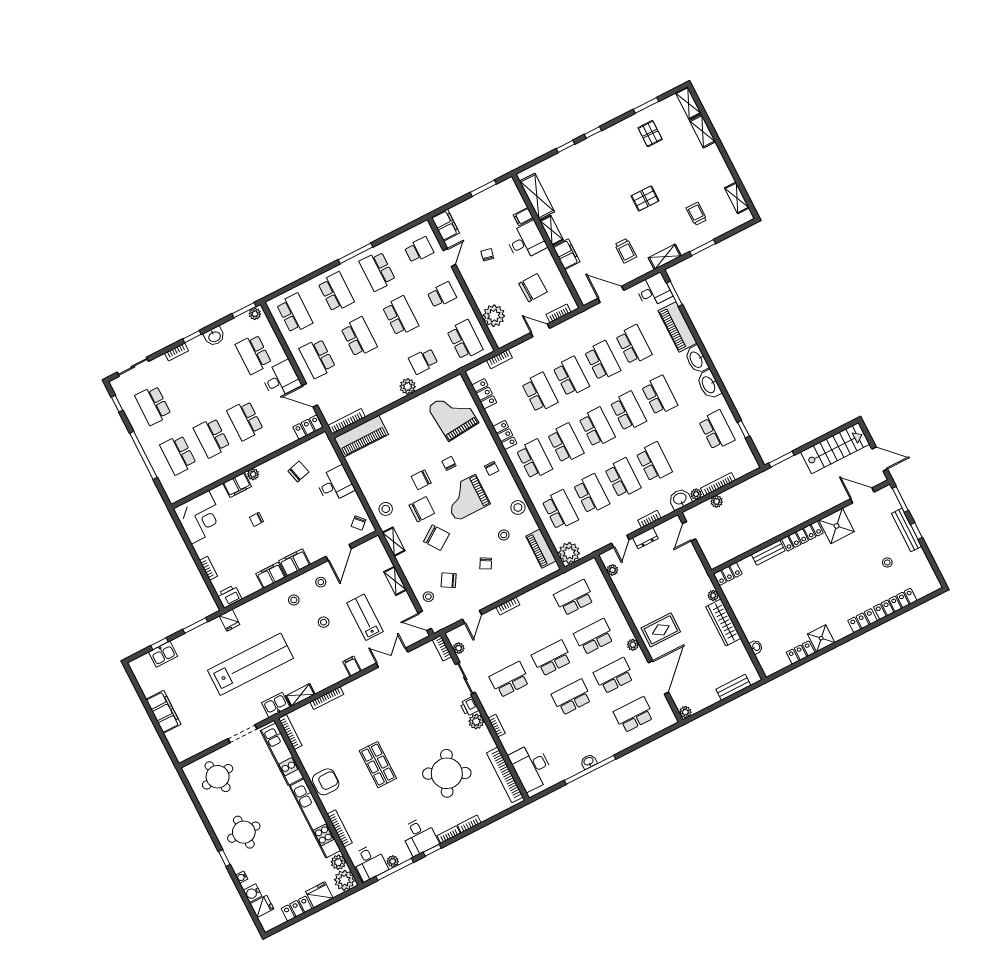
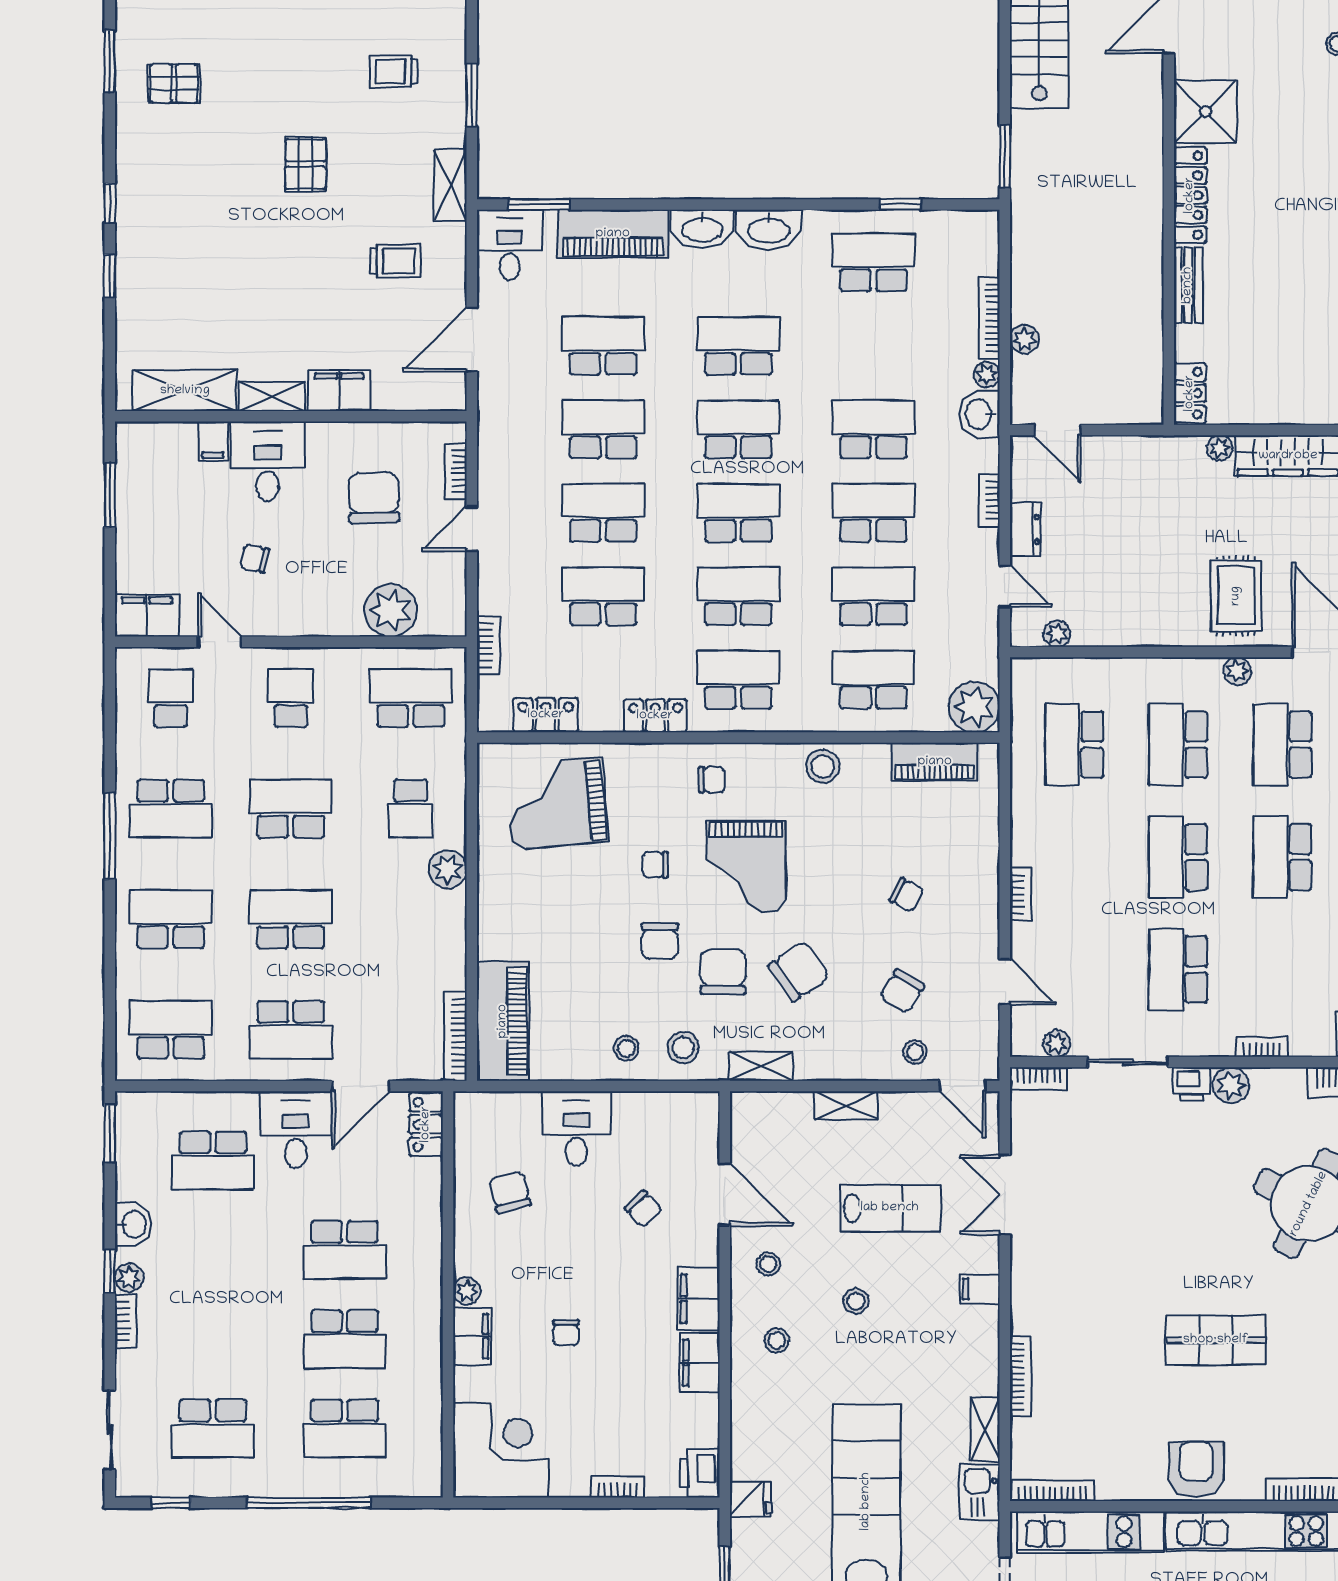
plant: (255, 314) -> (129, 1278), moved
chair: (359, 523) -> (643, 1209), moved
stool: (504, 535) -> (626, 1048), moved
lab bench: (365, 617) -> (890, 1208), turned 180
door: (425, 621) -> (962, 1086), hinge flipped

